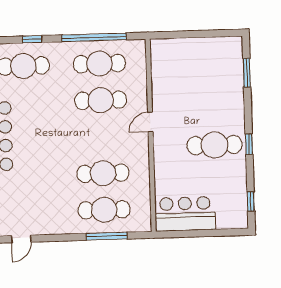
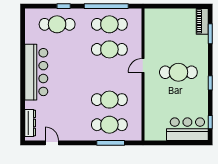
piano: (235, 55) -> (202, 21), added
cafe table: (214, 145) -> (178, 72), moved
bar counter: (185, 214) -> (187, 129), moved
door: (21, 239) -> (52, 143), swing flipped

